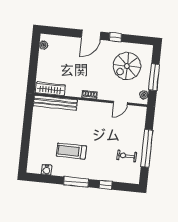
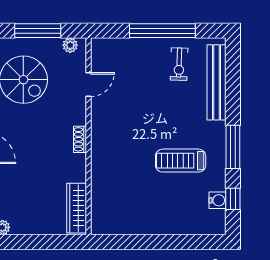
bench: (55, 103) -> (216, 82), moved
door: (120, 103) -> (88, 85), hinge flipped
treadmill: (71, 151) -> (181, 161), turned 90
window: (106, 185) -> (233, 199), moved

